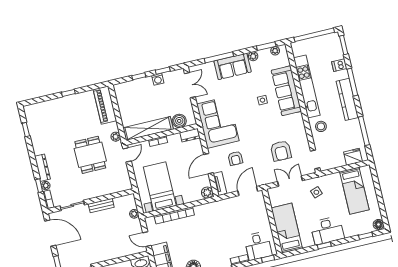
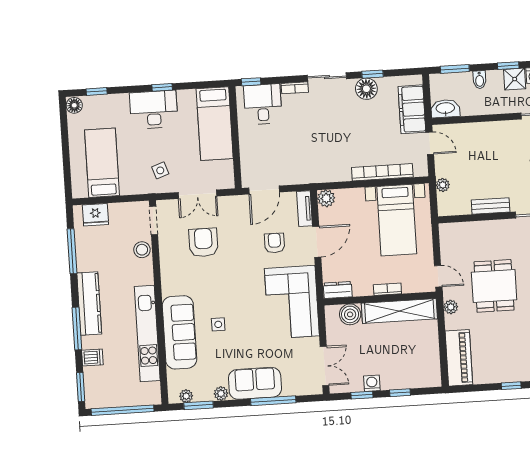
double door: (190, 85) -> (325, 366), swing flipped
stool: (321, 126) -> (142, 250), moved
door: (127, 155) -> (438, 276), swing flipped

